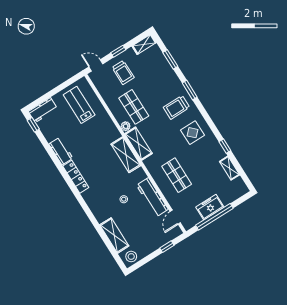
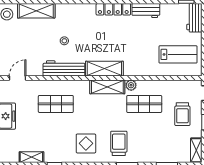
trolley: (123, 73) -> (182, 114), turned -90
workbench: (152, 197) -> (64, 68), moved
door: (175, 217) -> (18, 78), hinge flipped

